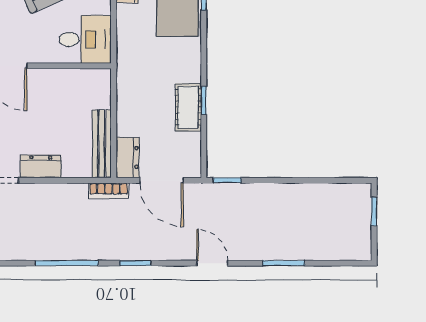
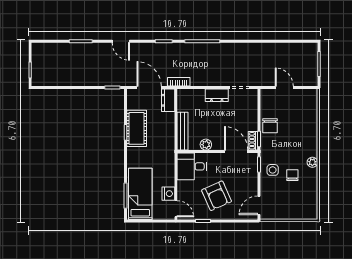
plant: (60, 78) -> (206, 145), added
cot: (188, 107) -> (137, 128), width x1.37, depth x1.34
bench: (102, 144) -> (183, 131), moved

